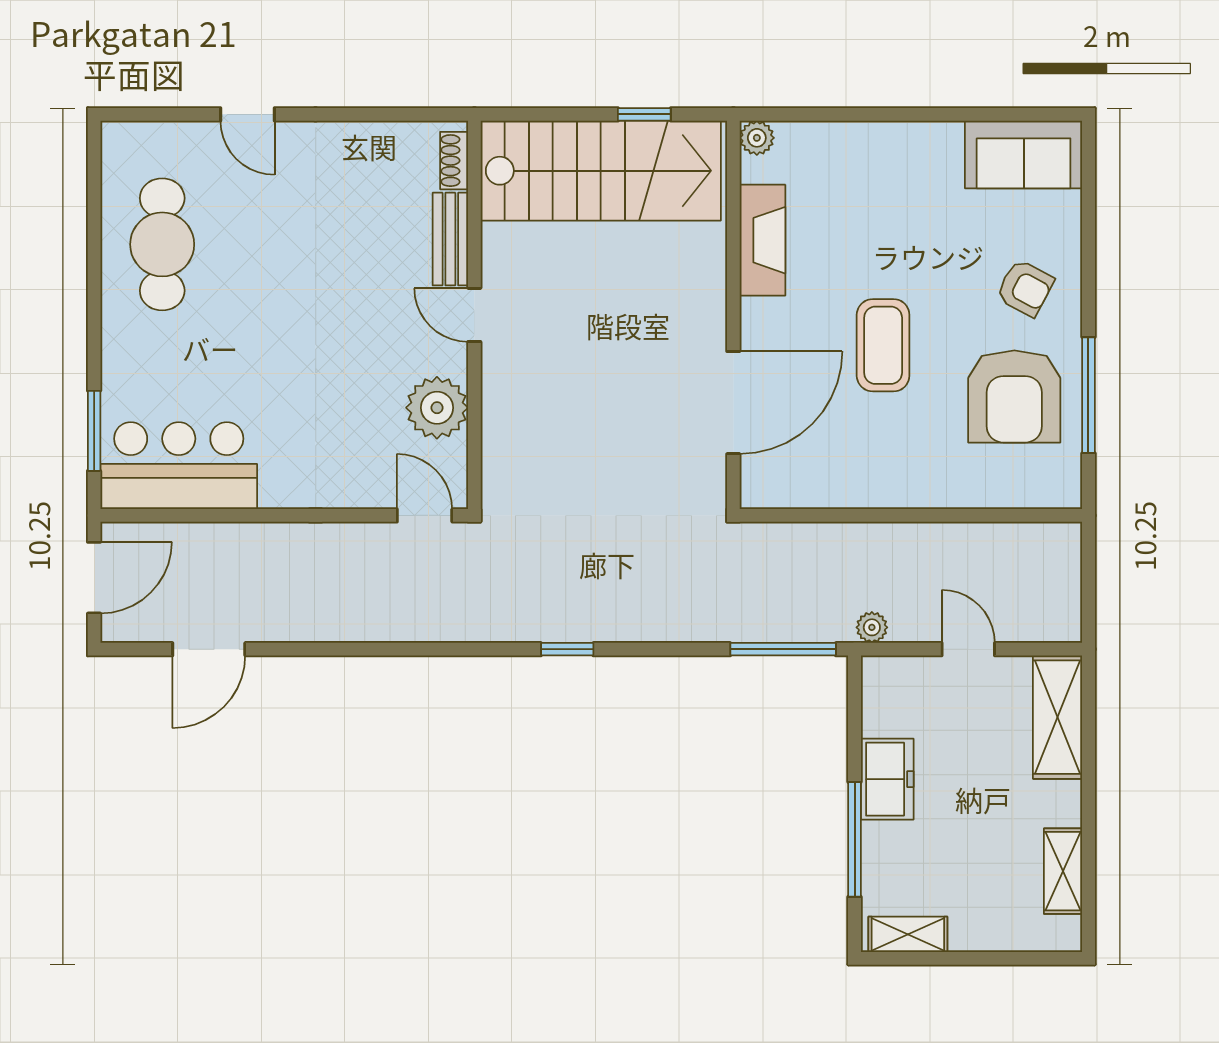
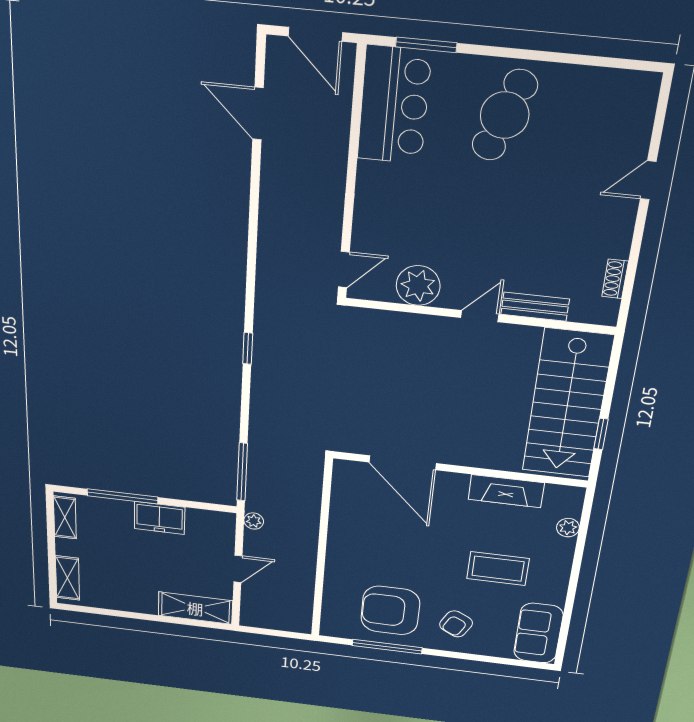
plant: (757, 138) -> (568, 528), moved
shoe rack: (454, 161) -> (615, 279), moved, turned -90
cafe table: (162, 244) -> (505, 115), moved, turned -70
coffee table: (883, 345) -> (498, 569), moved
shelving: (1063, 871) -> (67, 578), moved, turned 90

